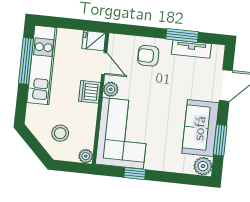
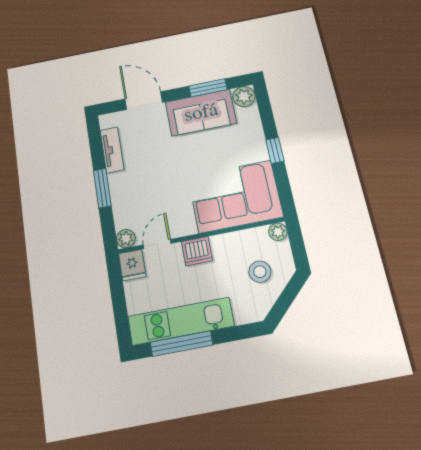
window: (182, 35) -> (102, 188), moved
armchair: (148, 56) -> (133, 195), removed
plant: (111, 89) -> (126, 239), moved
window: (135, 174) -> (275, 150), moved

